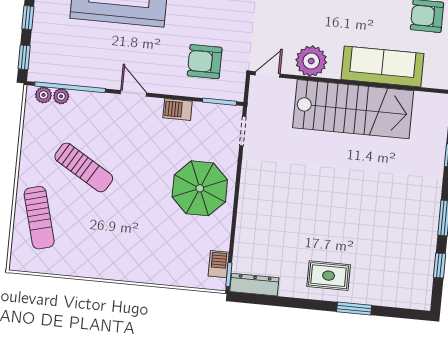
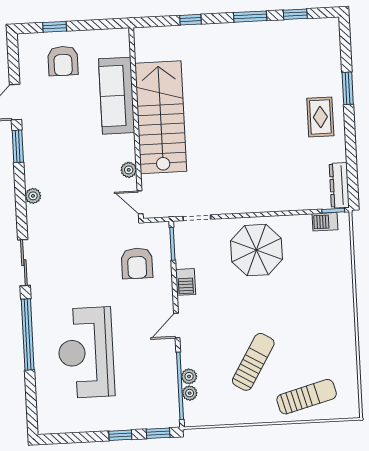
plant: (311, 61) -> (129, 170), width x0.53, depth x0.53
plant: (44, 95) -> (189, 376), moved

